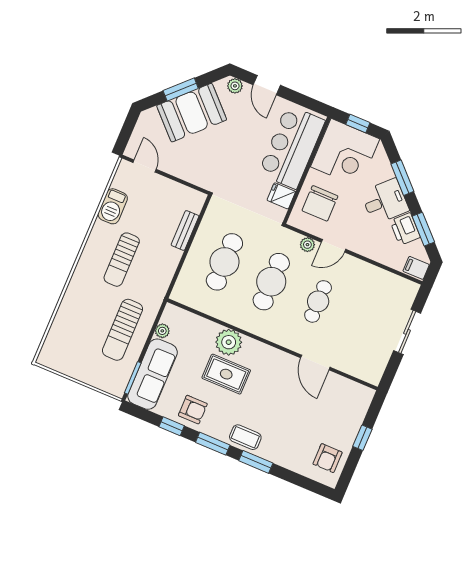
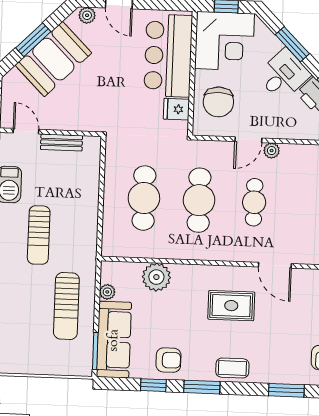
bench: (185, 231) -> (62, 143), moved, turned 90
plant: (307, 245) -> (272, 151), moved
plant: (229, 342) -> (156, 277), moved
rug: (226, 374) -> (231, 306), moved
window: (256, 462) -> (286, 390), moved

